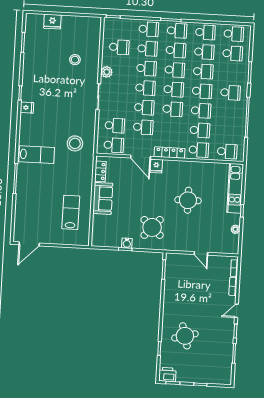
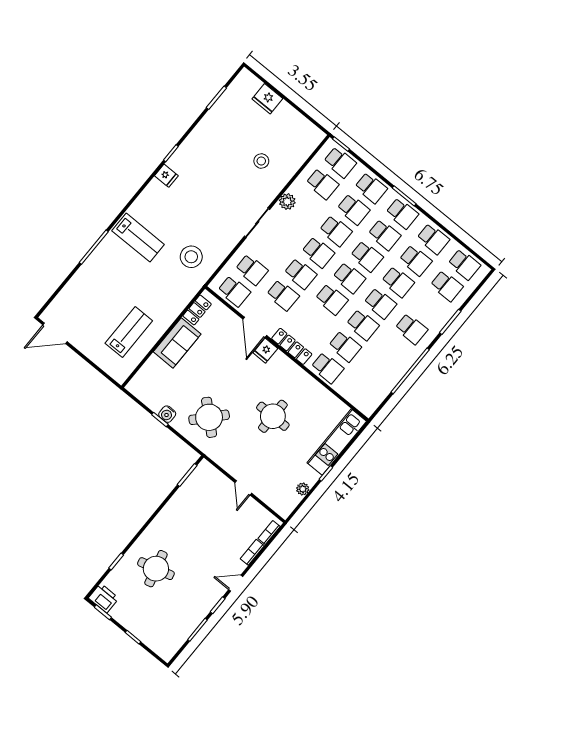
school desk: (227, 151) -> (340, 162), moved

